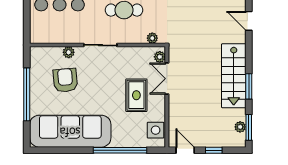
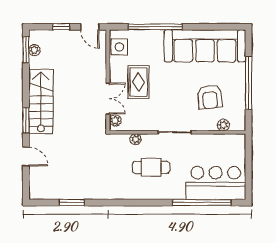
plant: (152, 38) -> (136, 139), moved
plant: (69, 52) -> (223, 125), moved
window: (249, 86) -> (26, 120), moved

